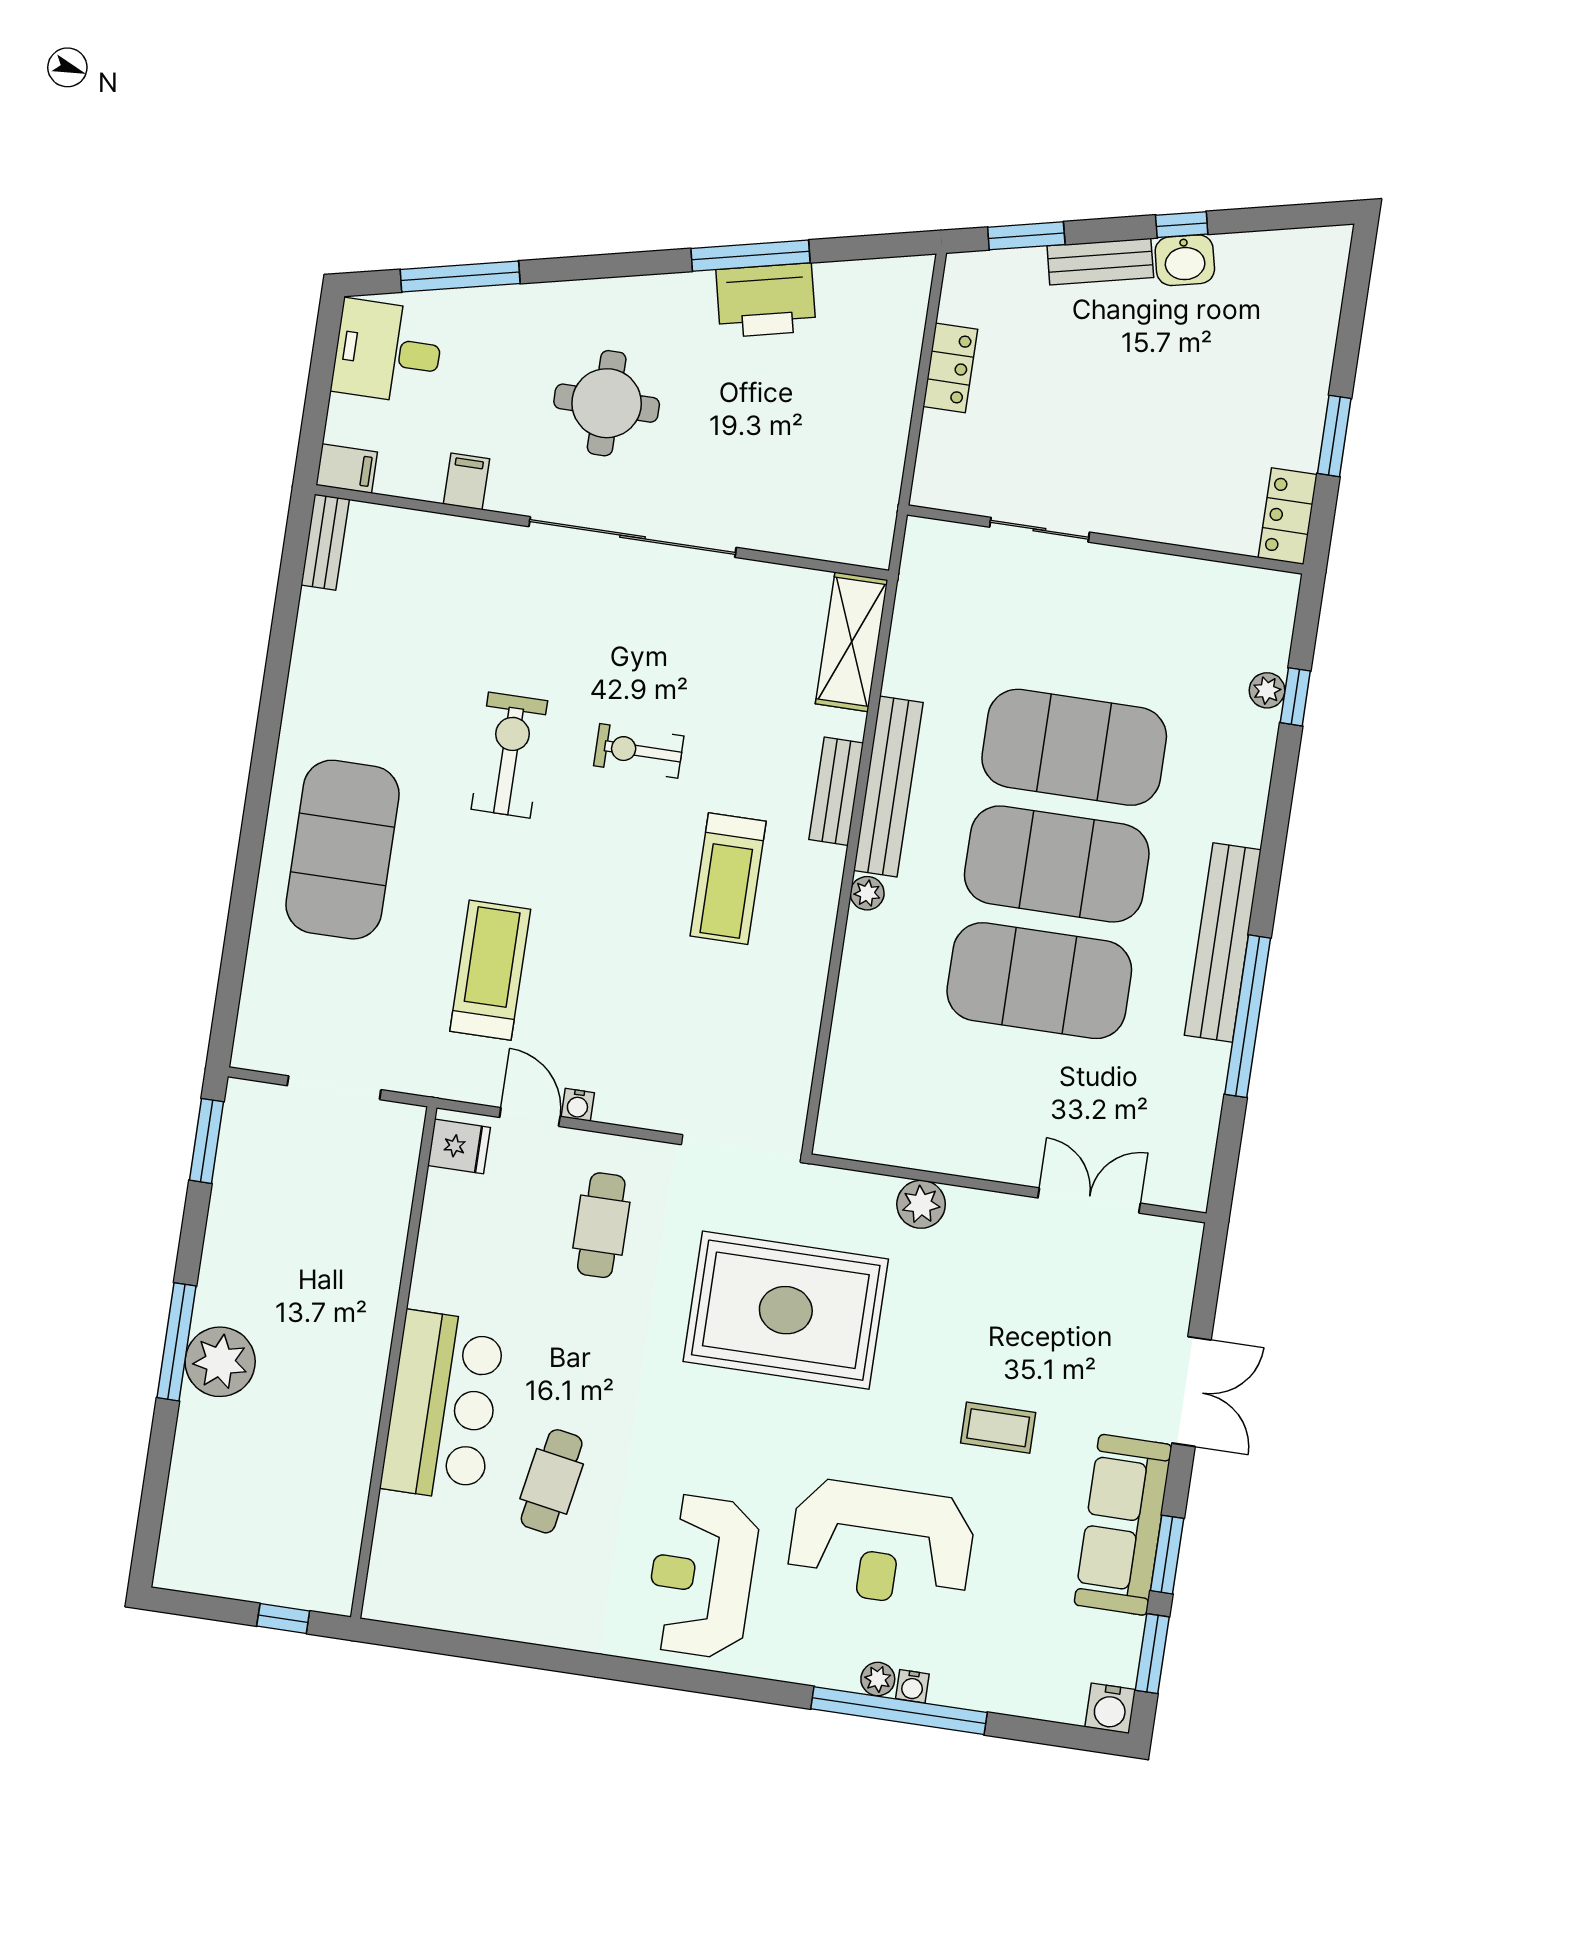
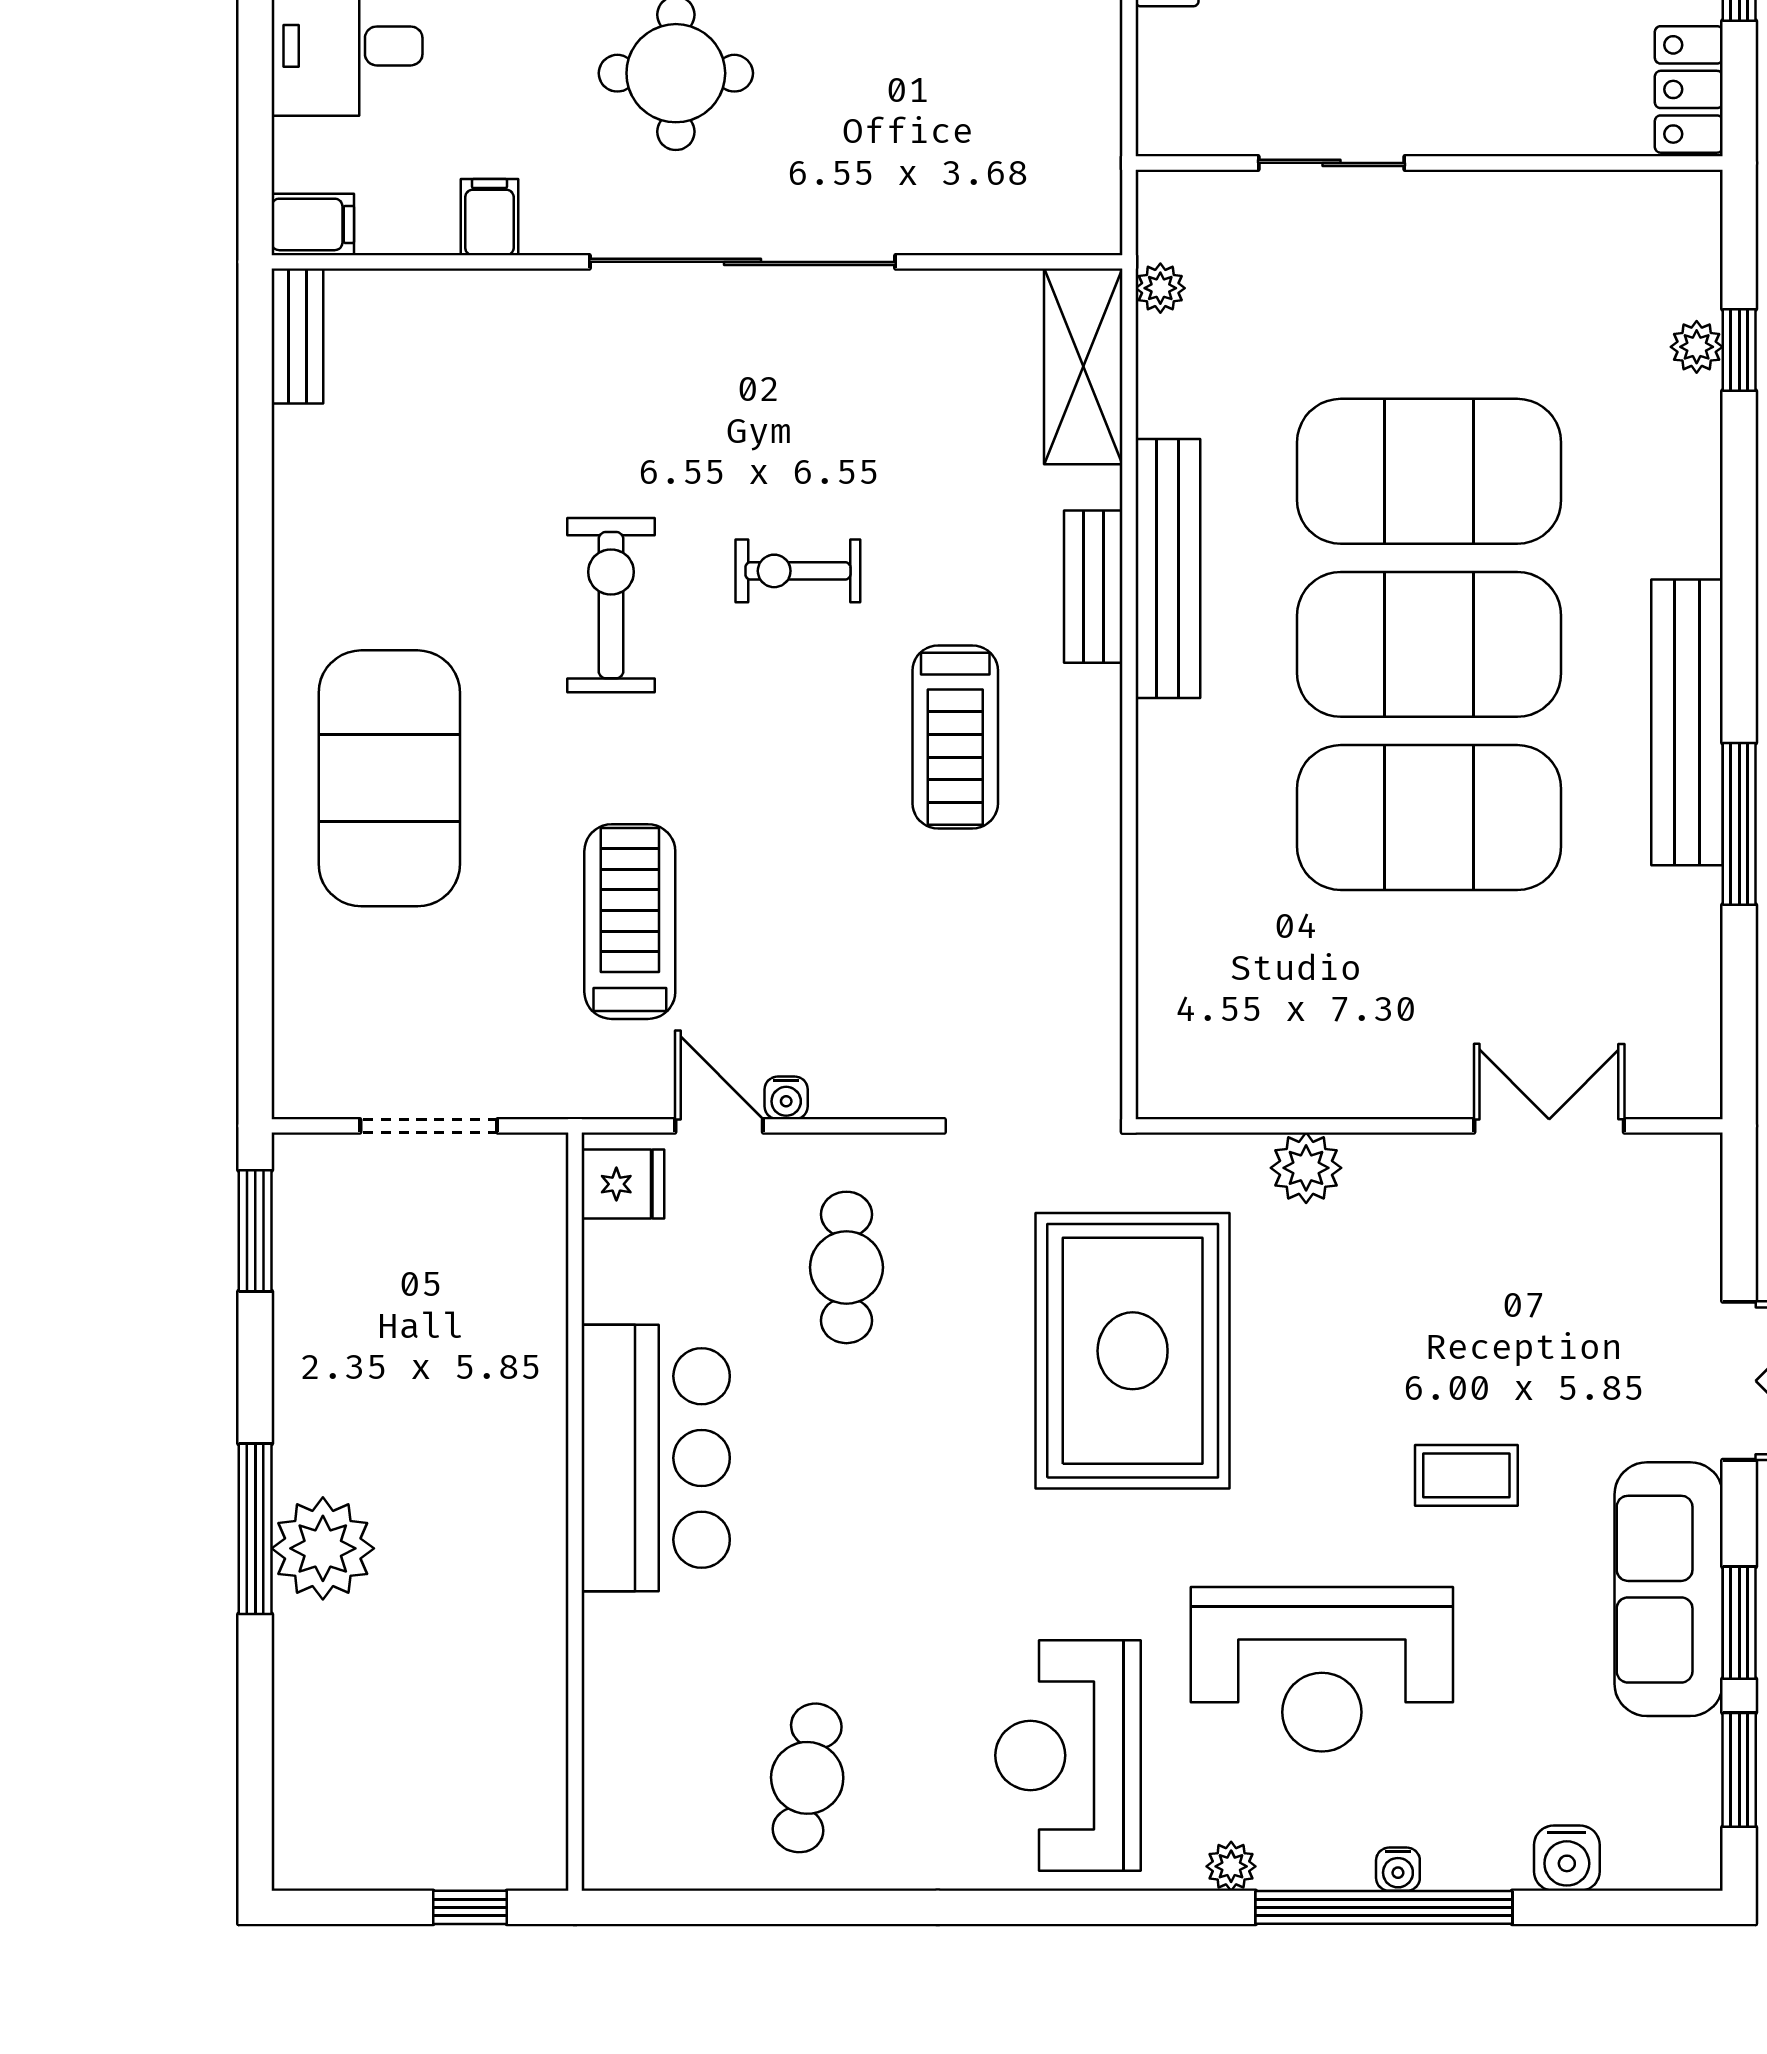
plant: (867, 893) -> (1160, 288), moved
window: (1248, 1016) -> (1739, 824), width x0.68
rug: (786, 1310) -> (1133, 1351), turned 90
bar counter: (443, 1406) -> (656, 1458), moved
cafe table: (552, 1481) -> (807, 1778), moved
plant: (878, 1679) -> (1231, 1866), moved
water cooler: (1110, 1708) -> (1567, 1858), moved

